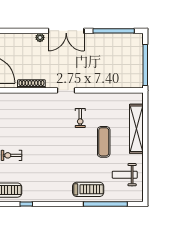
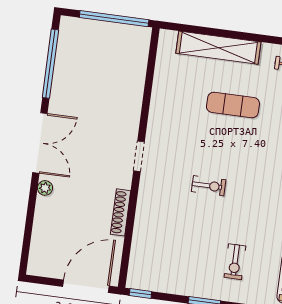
exercise bike: (80, 118) -> (209, 186), moved

